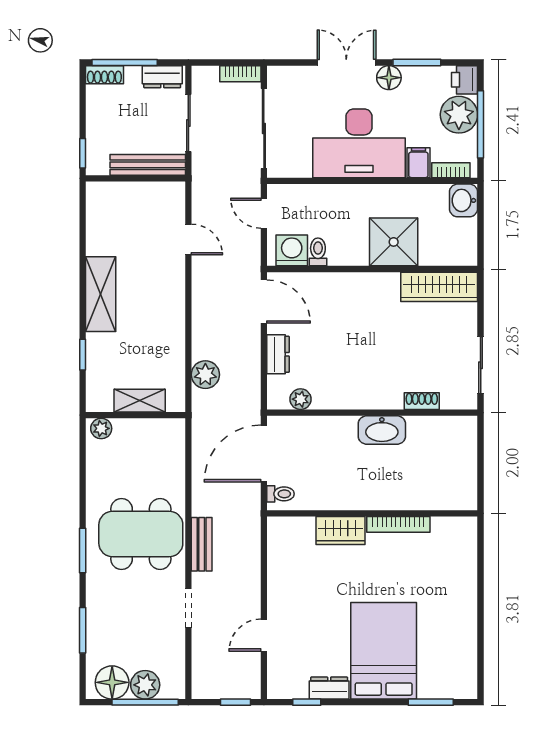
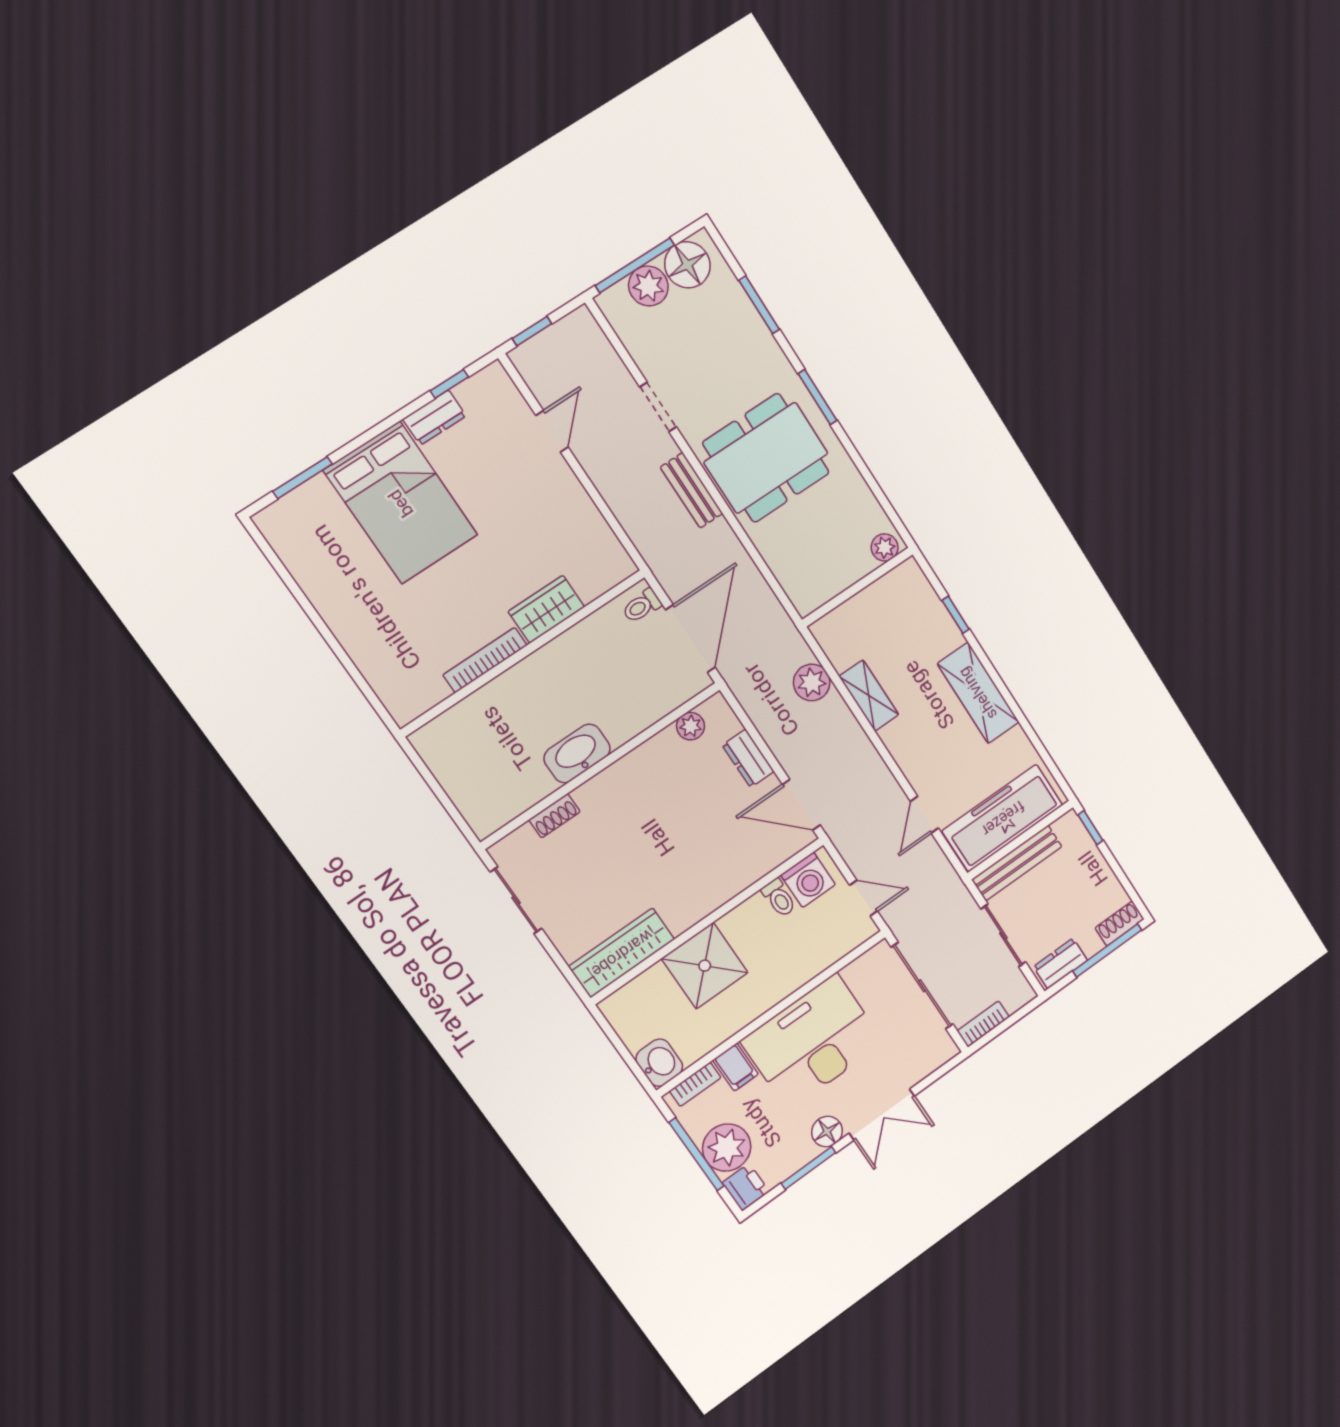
freezer: (138, 201) -> (1003, 818), added
door: (188, 239) -> (924, 815), hinge flipped
shelving: (140, 401) -> (869, 696), moved, turned 90

